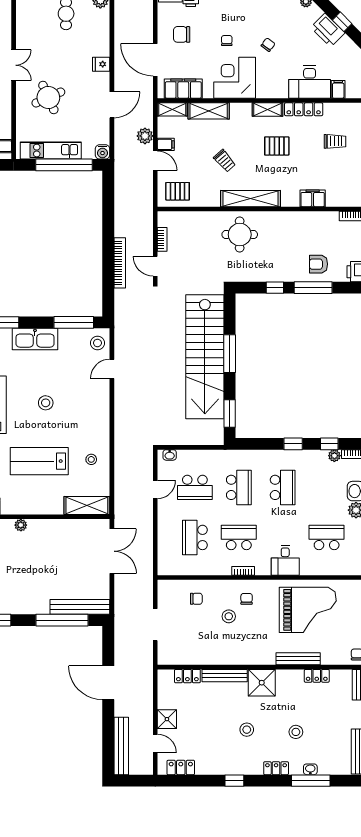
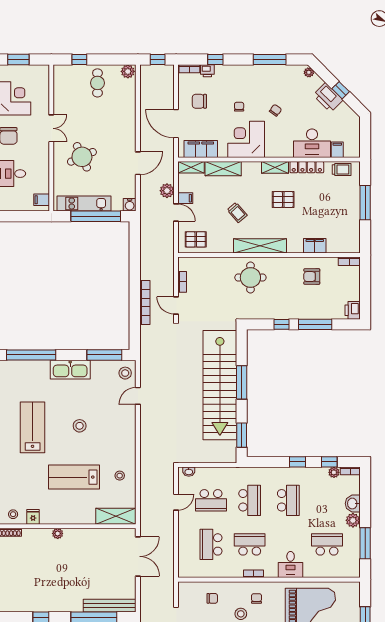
fridge: (101, 64) -> (128, 127), removed
trolley: (335, 141) -> (342, 170), moved
armchair: (318, 264) -> (312, 277), moved

